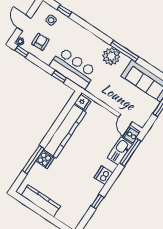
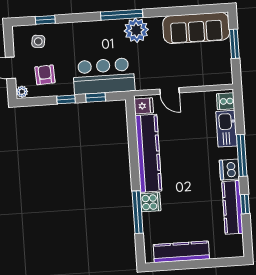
window: (124, 51) -> (122, 15), moved
window: (22, 52) -> (66, 99), moved
door: (125, 119) -> (169, 91), moved
window: (130, 152) -> (242, 155), moved
kitchen counter: (89, 198) -> (232, 207), added

